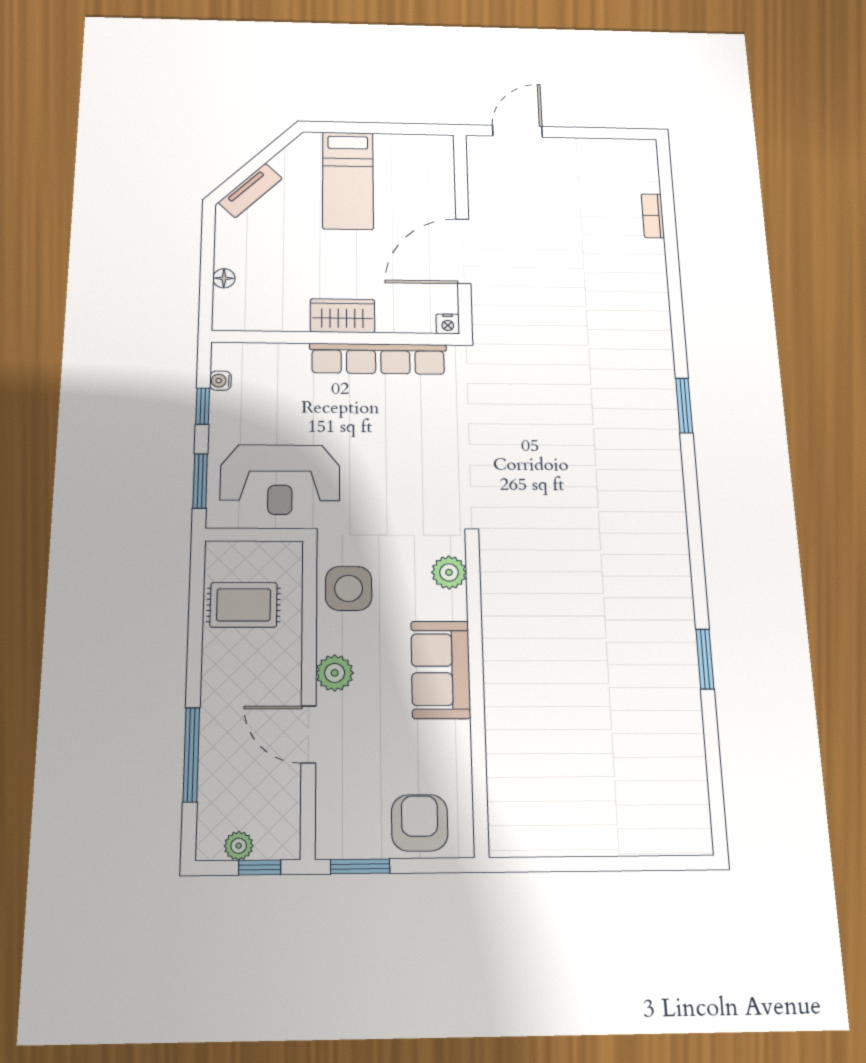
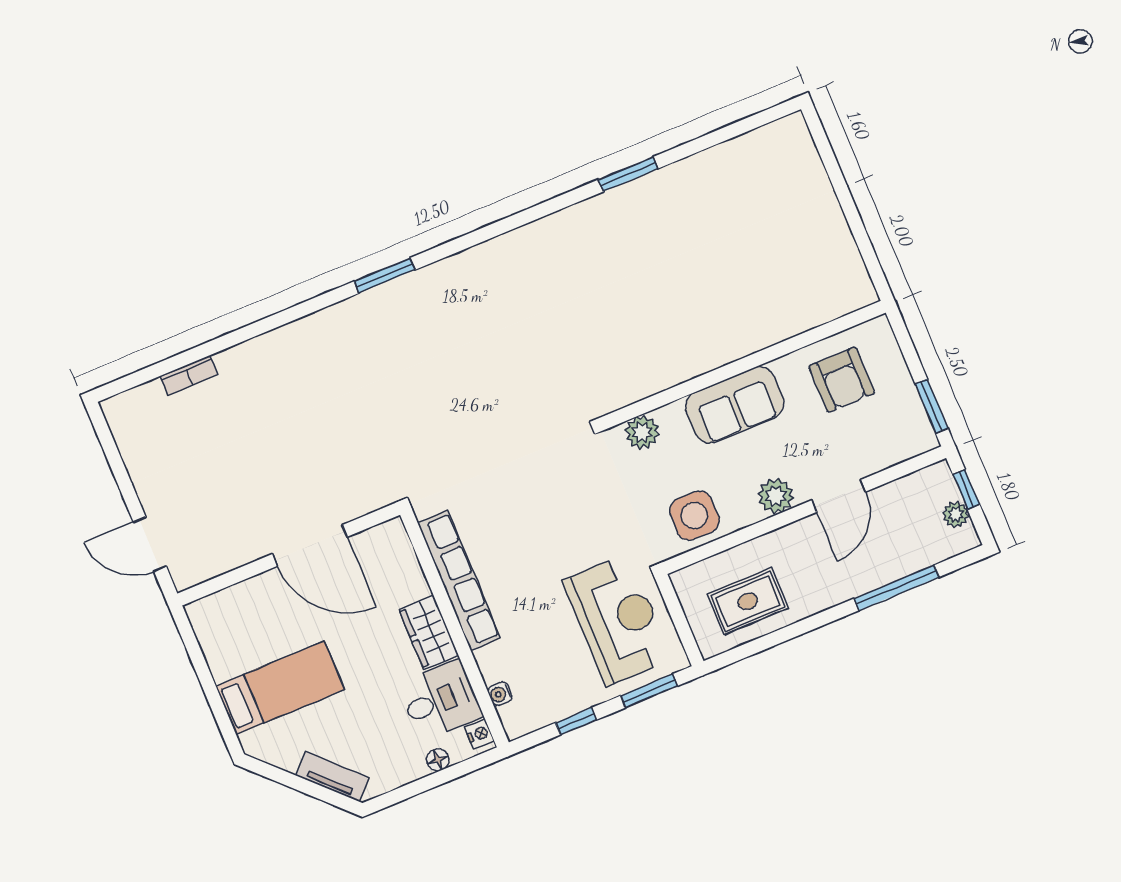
desk: (277, 301) -> (440, 700), added
nightstand: (448, 324) -> (479, 734), moved
water cooler: (220, 381) -> (500, 694), moved, turned 90
rug: (244, 605) -> (748, 601), turned 90
armchair: (420, 823) -> (842, 380), moved, turned -90

